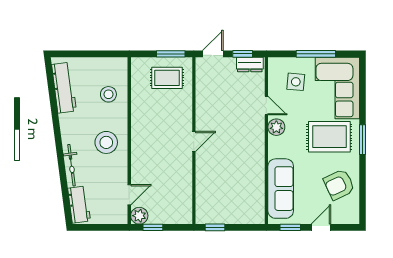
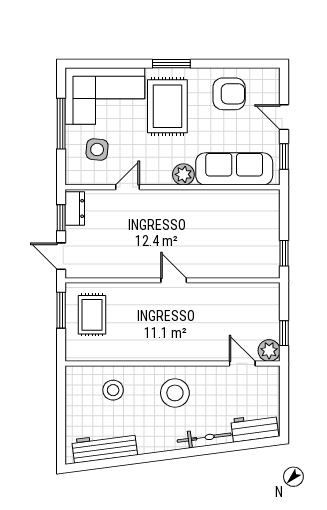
plant: (276, 127) -> (183, 174), moved
armchair: (339, 185) -> (229, 94), turned -65

